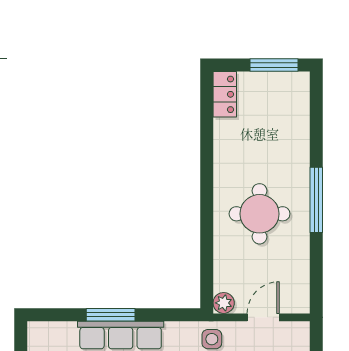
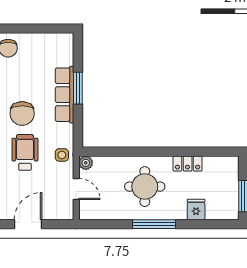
locker: (225, 94) -> (188, 164), moved
fridge: (294, 136) -> (196, 210), added

